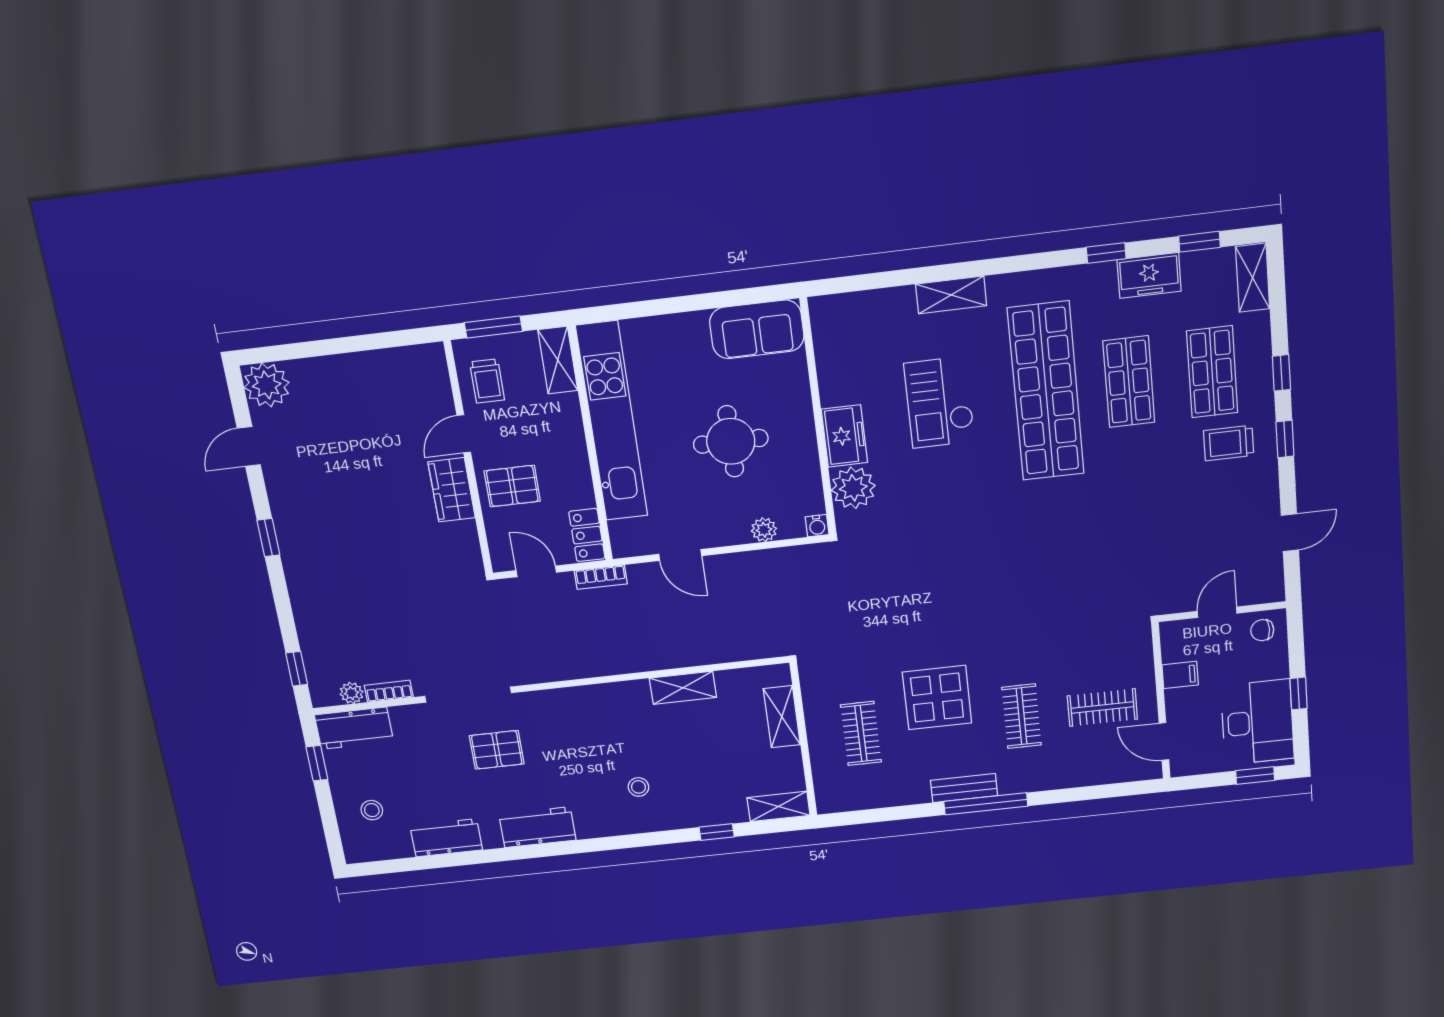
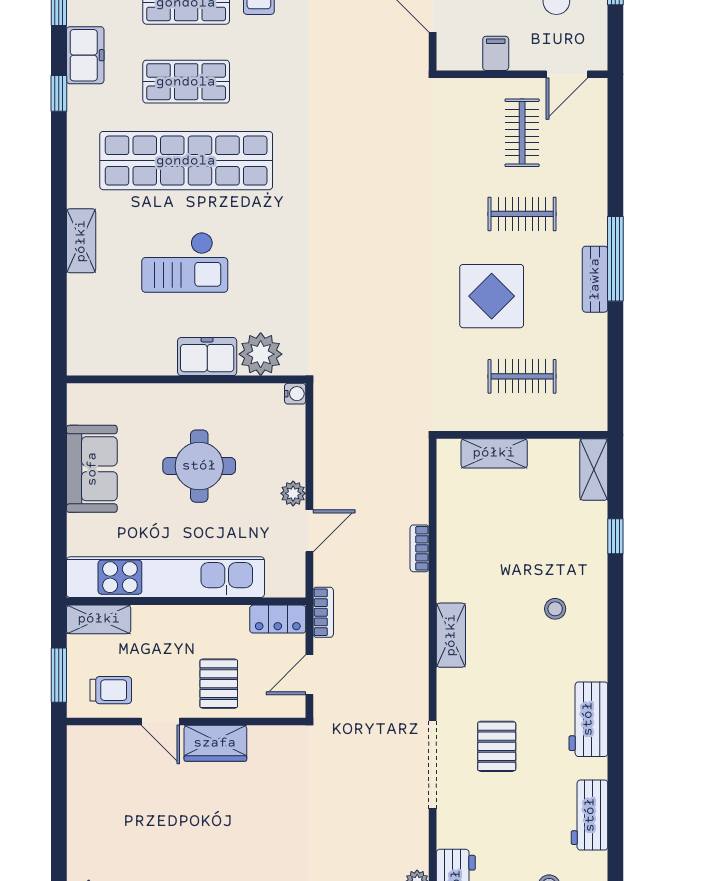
sofa: (757, 329) -> (92, 469), moved
plant: (764, 530) -> (293, 493), moved
shelving: (683, 688) -> (451, 635), moved
bookcase: (389, 691) -> (420, 548), moved

